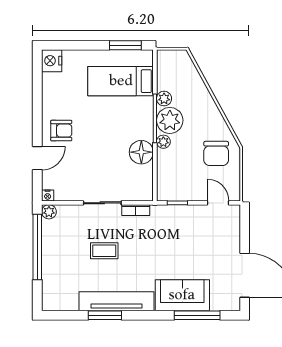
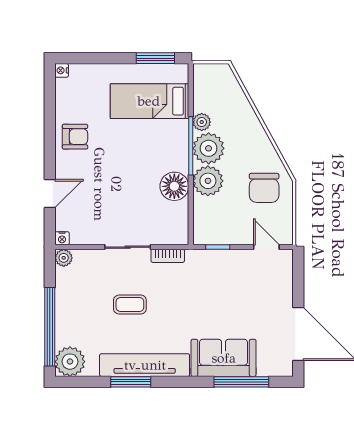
nightstand: (52, 61) -> (62, 70), width x0.53, depth x0.56
armchair: (61, 131) -> (75, 137), moved
plant: (163, 142) -> (208, 181), width x1.87, depth x1.87
window: (37, 247) -> (50, 327), moved
plant: (54, 298) -> (70, 362), added

